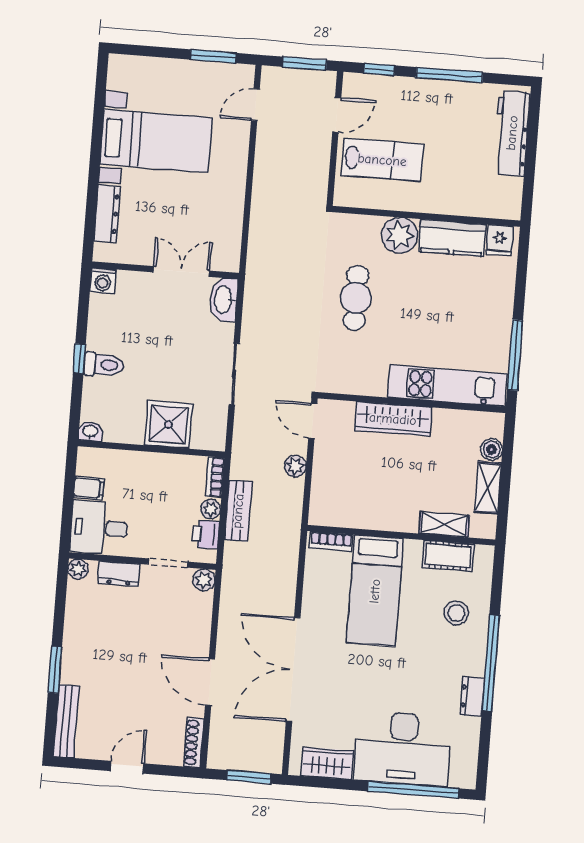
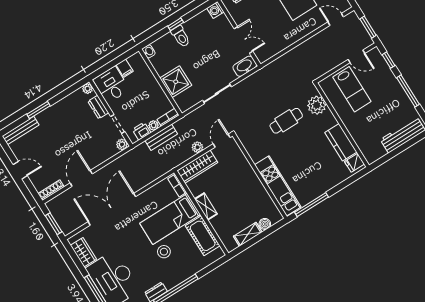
plant: (399, 235) -> (317, 105), moved
wardrobe: (393, 419) -> (197, 167), moved, turned -90
shelving: (444, 525) -> (206, 206), moved
cot: (448, 556) -> (203, 236), width x1.37, depth x1.34
stool: (456, 613) -> (164, 252), moved

